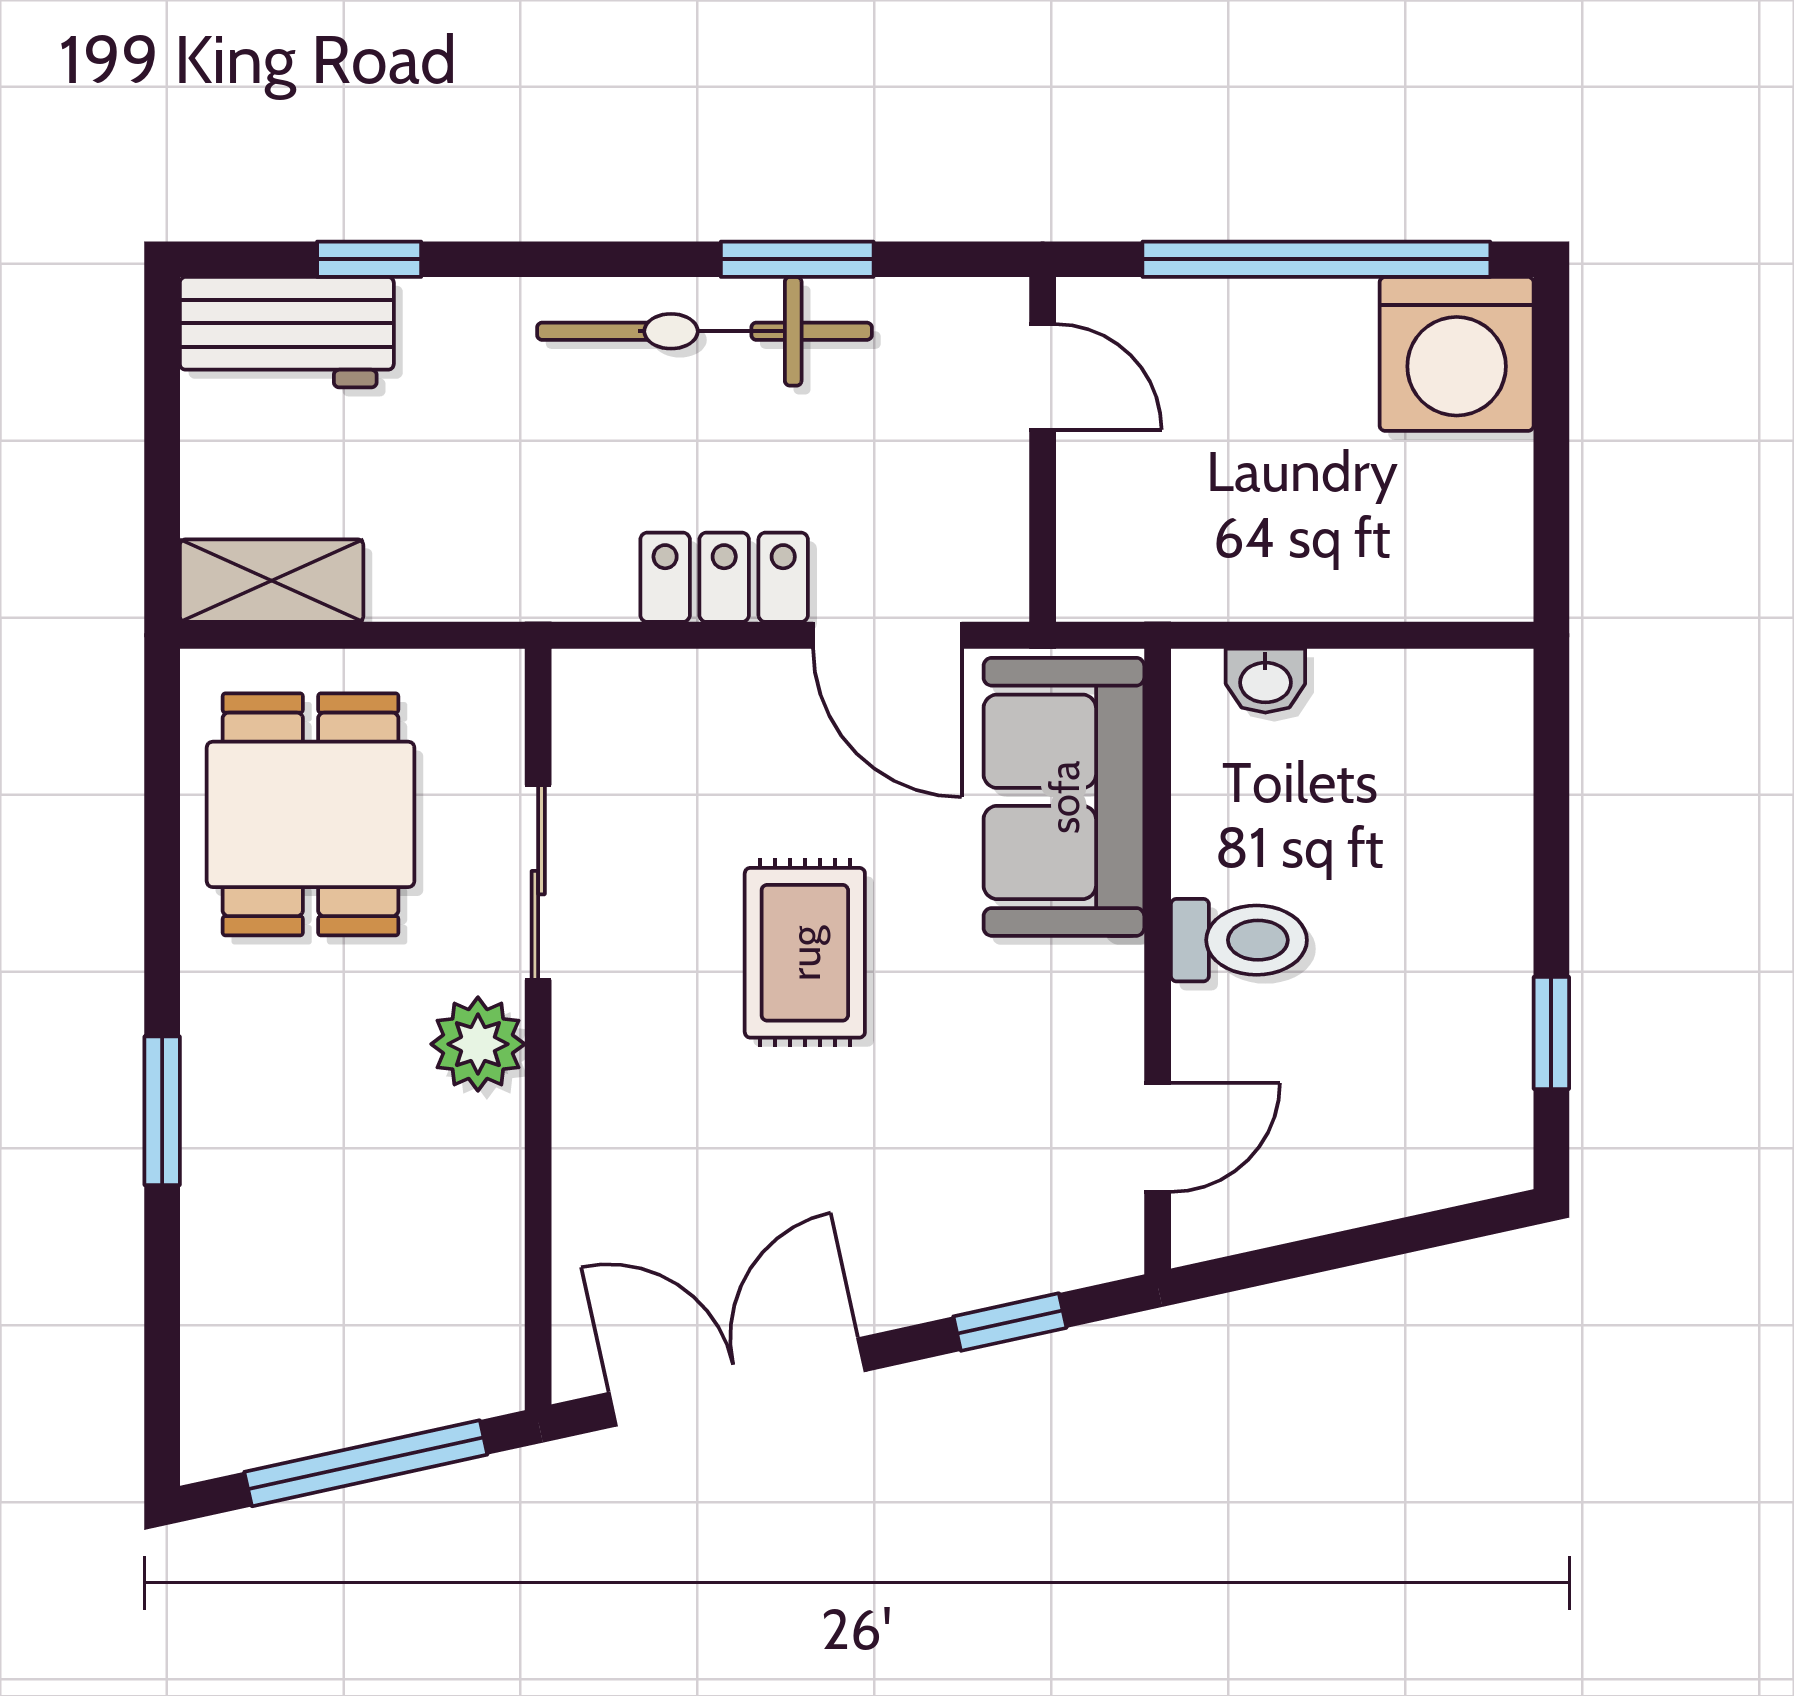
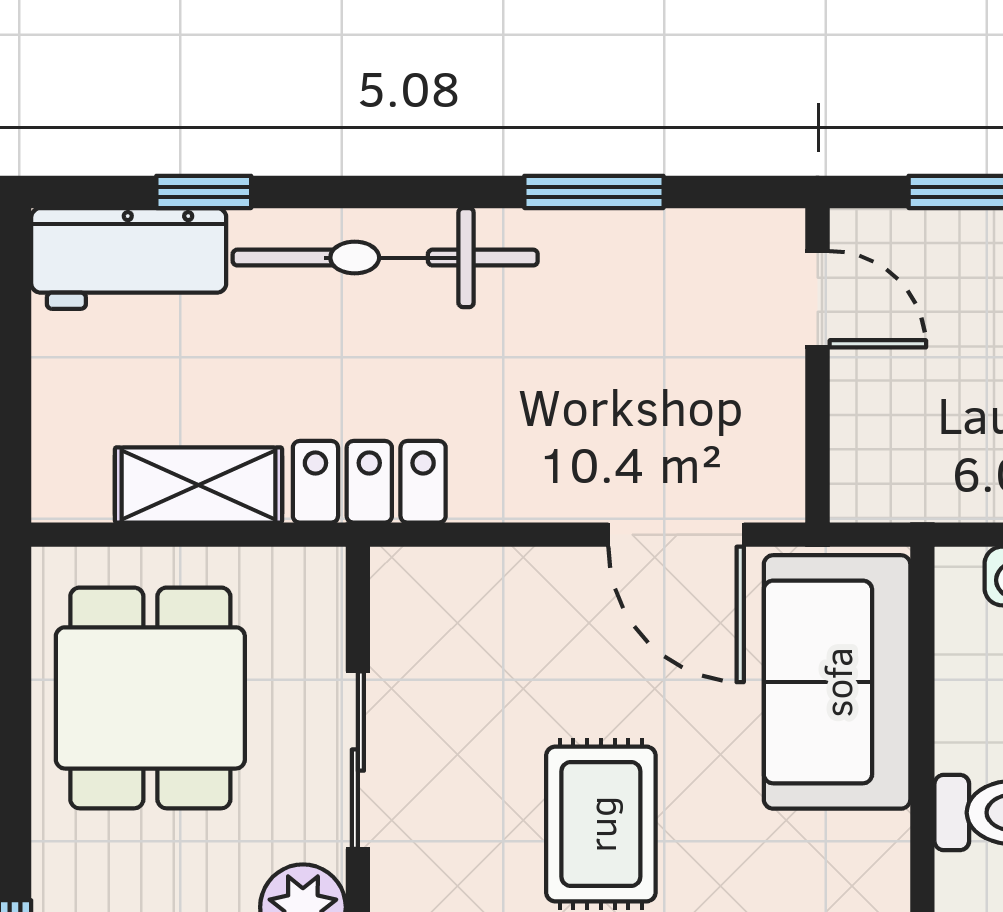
bicycle: (704, 331) -> (385, 258), moved
locker: (724, 577) -> (369, 482), moved
shelving: (272, 581) -> (198, 485), moved

